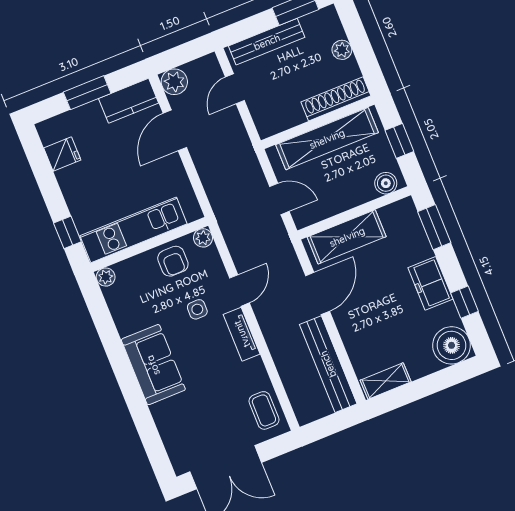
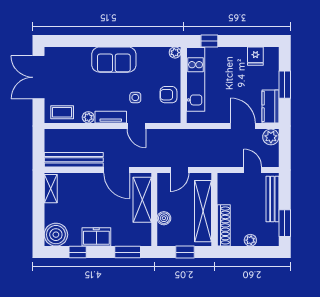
boiler: (386, 183) -> (164, 218), moved
plant: (203, 238) -> (88, 117), moved

